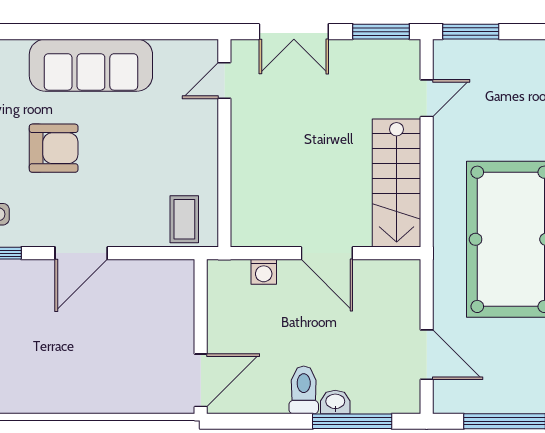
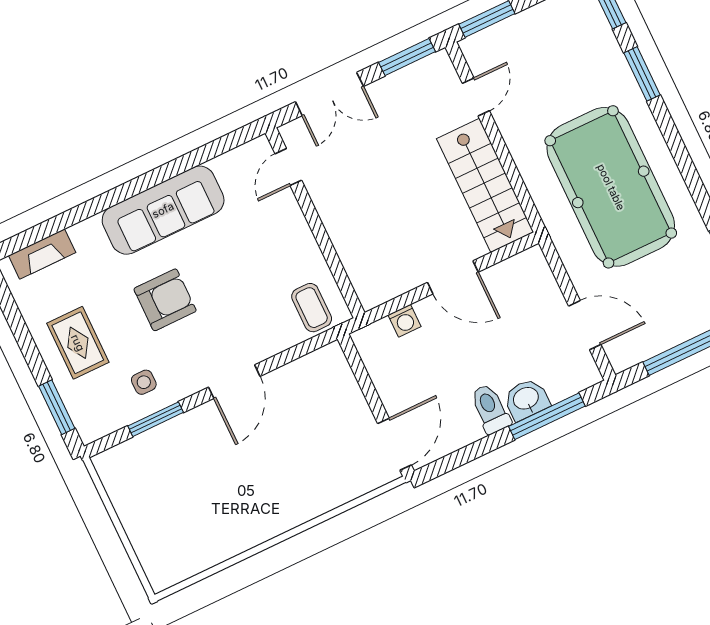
washbasin: (335, 402) -> (526, 399), width x1.38, depth x1.45

